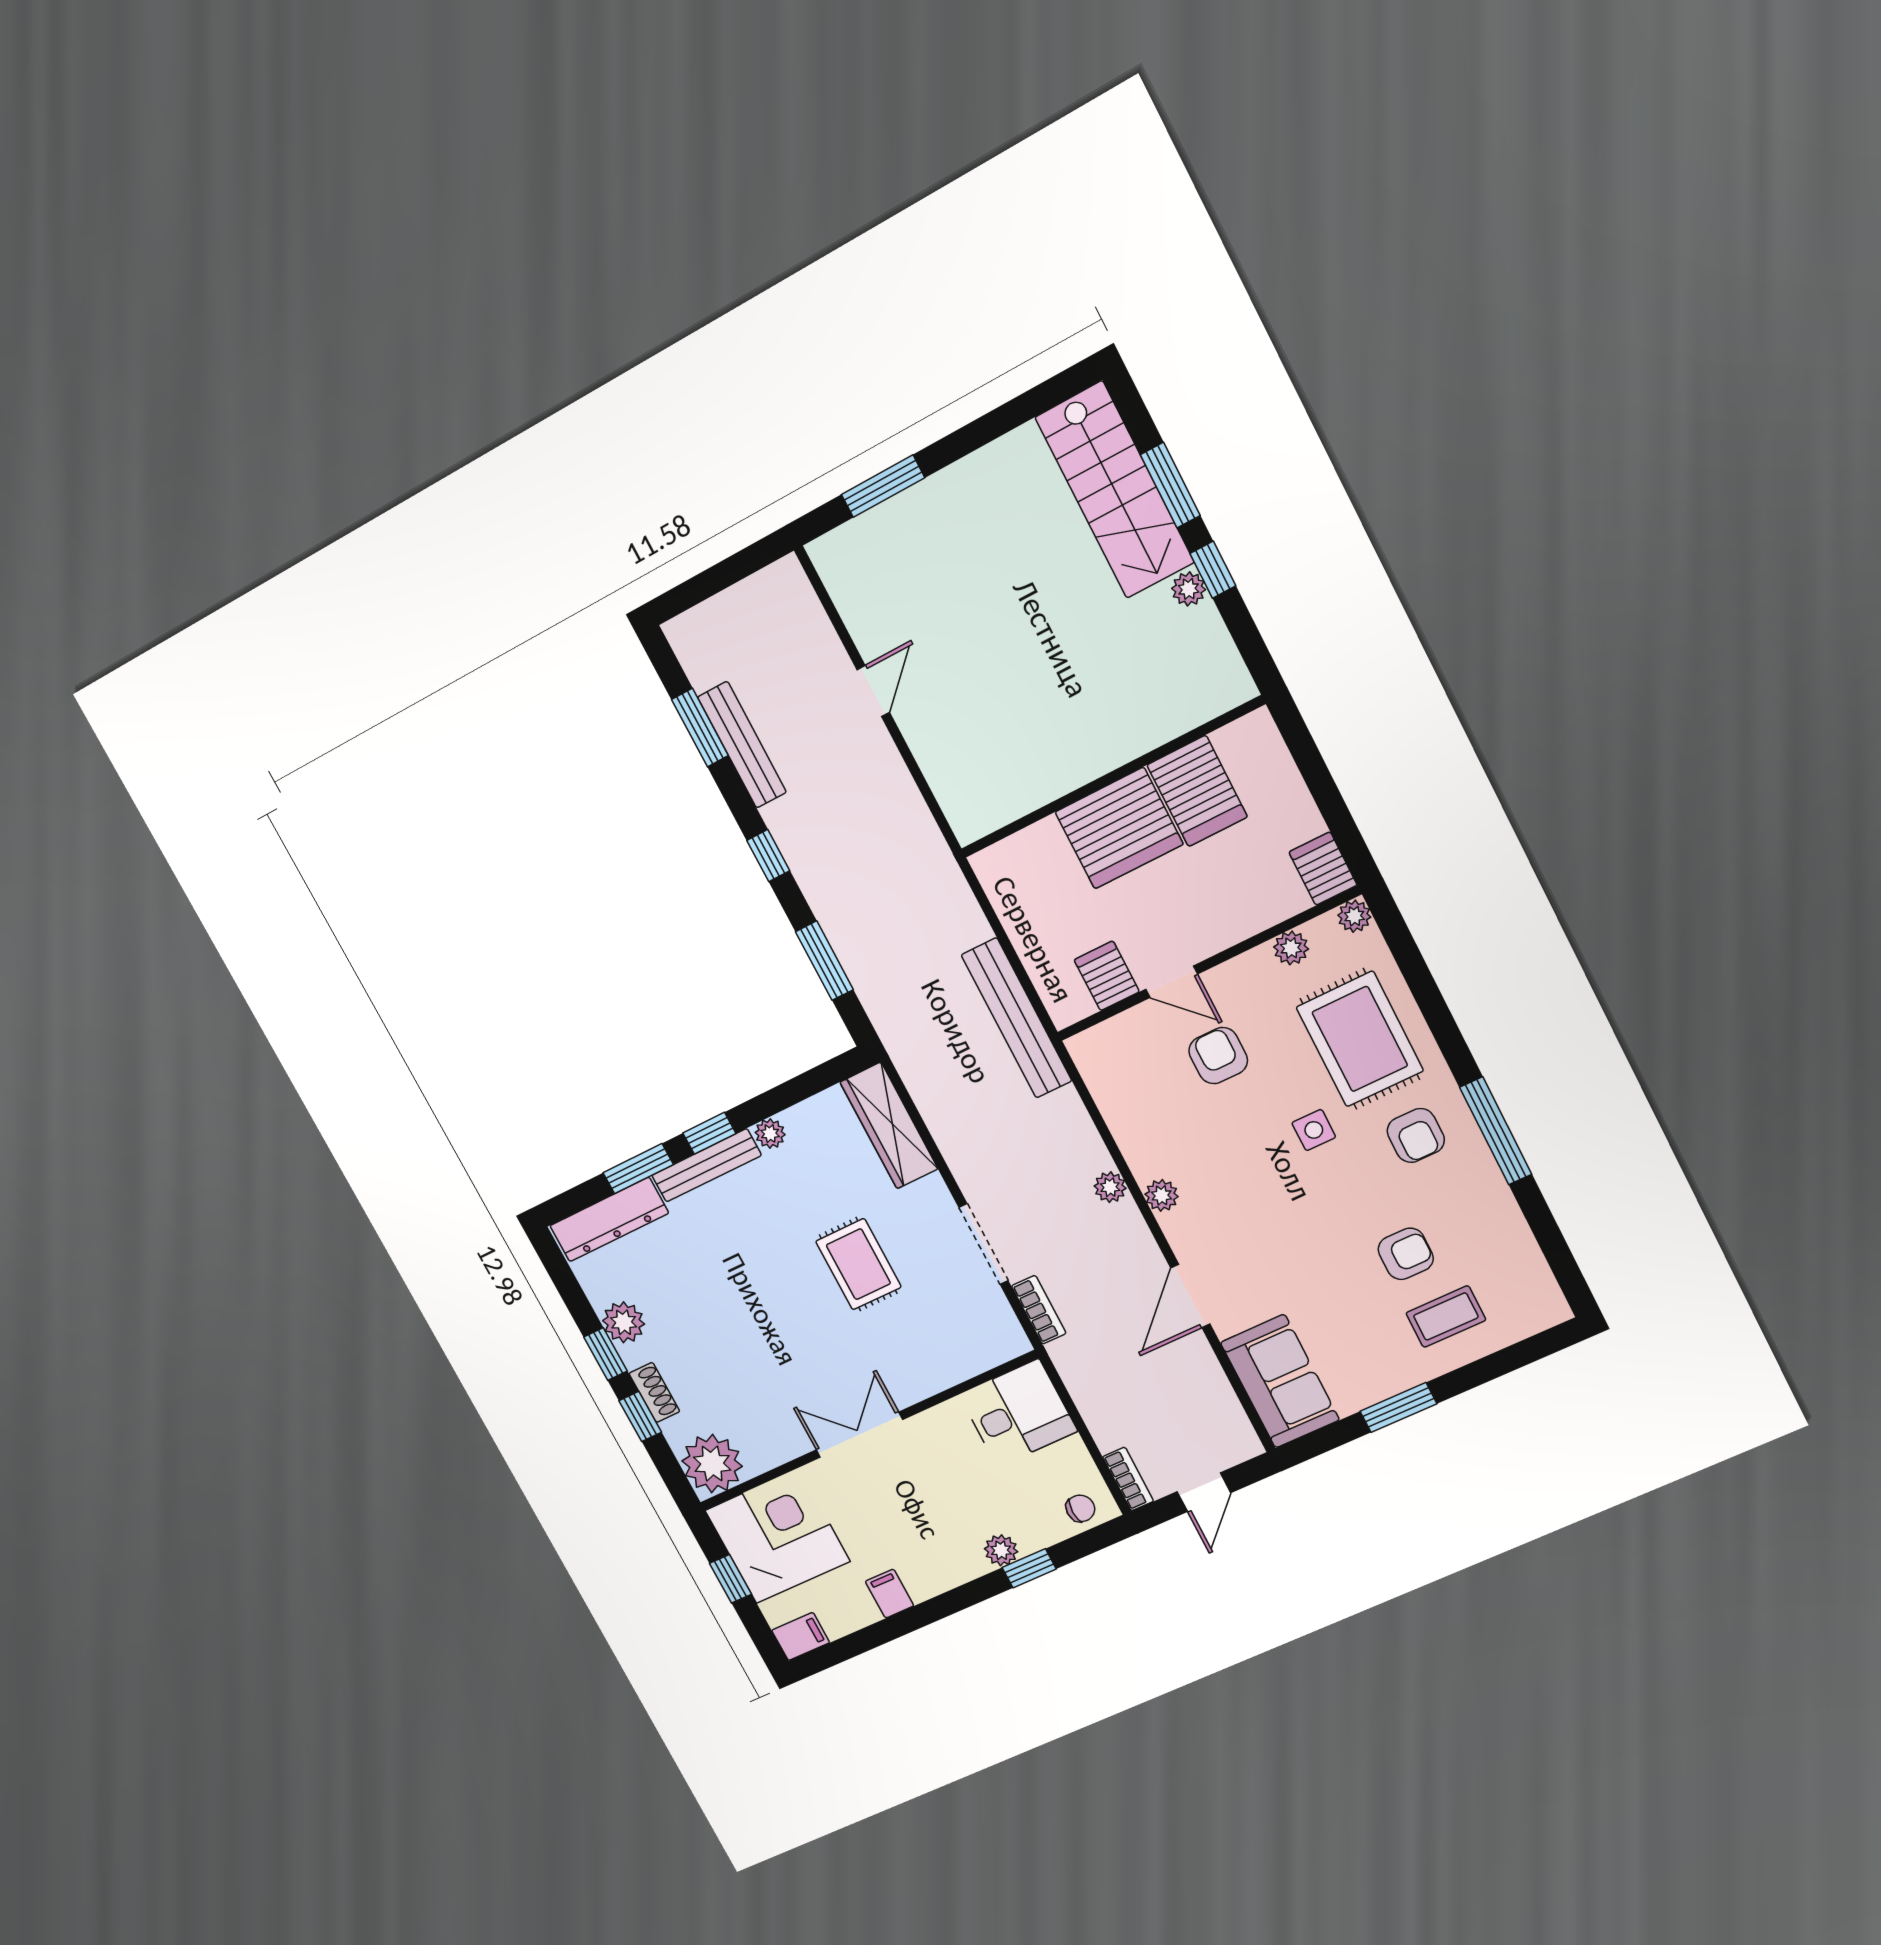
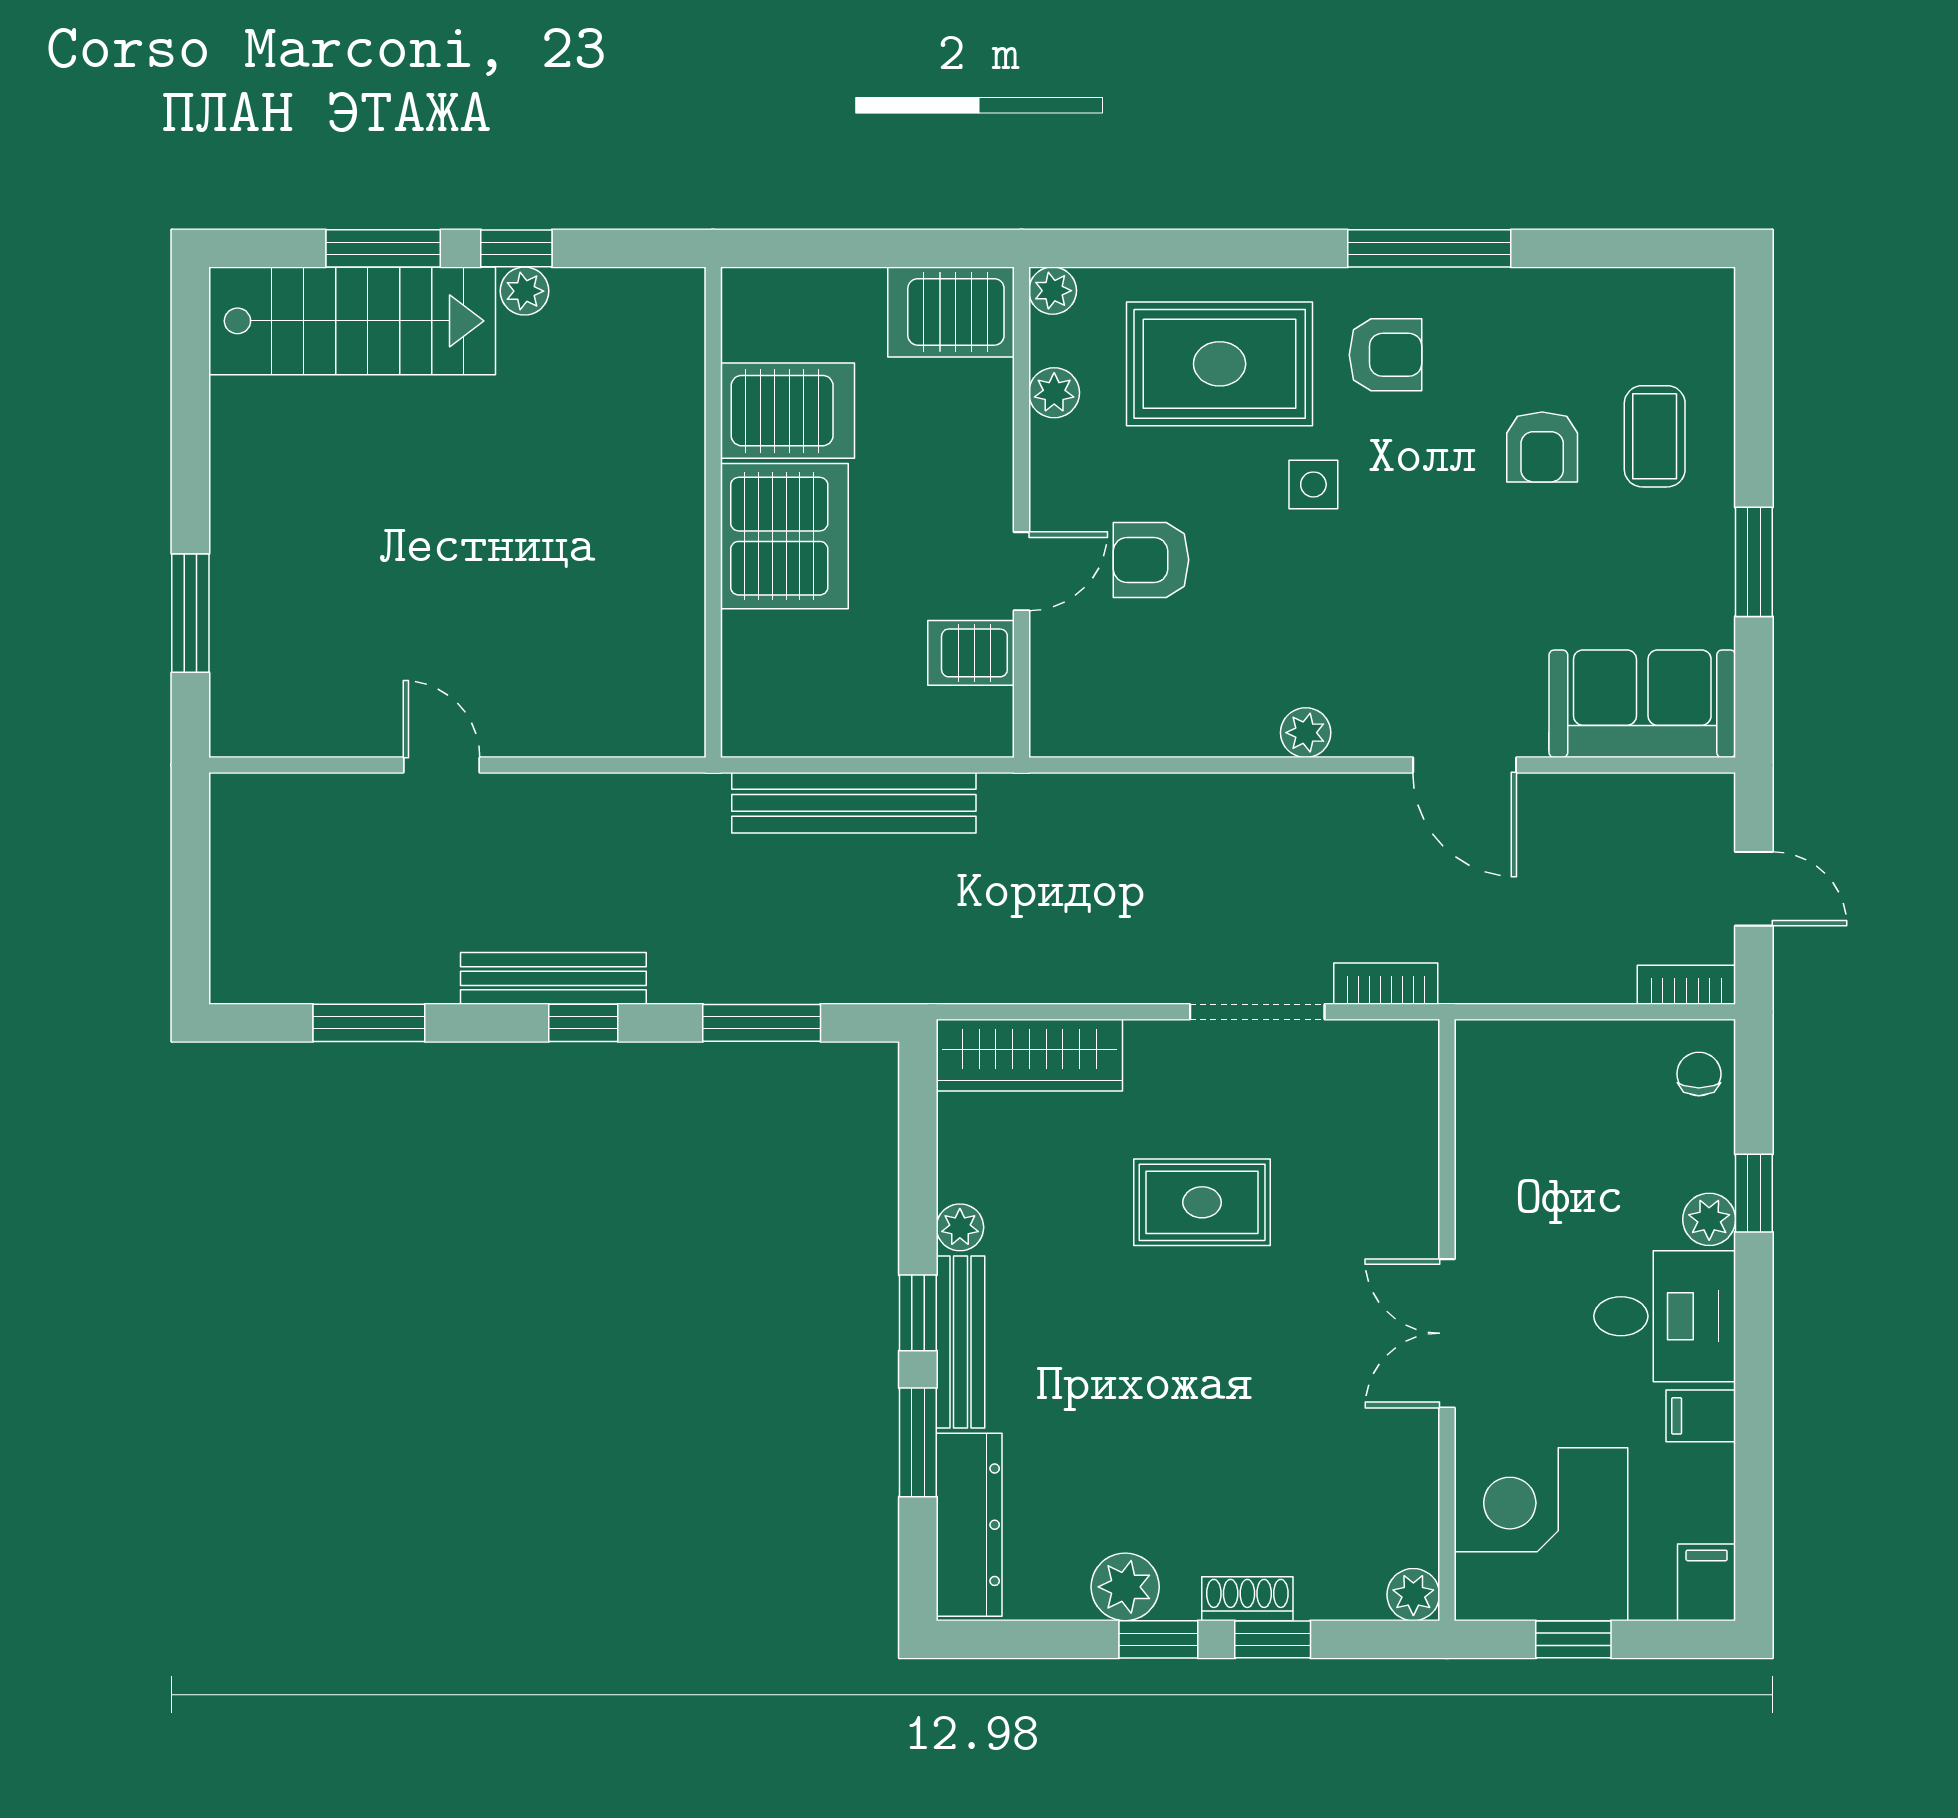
bench: (742, 745) -> (553, 978), moved
server rack: (1323, 869) -> (951, 312), width x1.36, depth x1.44
bench: (1017, 1018) -> (854, 803), moved
plant: (1110, 1187) -> (1261, 797), removed
armchair: (1406, 1254) -> (1542, 447), turned 180
desk: (1018, 1413) -> (1665, 1316), moved, turned 90
plant: (712, 1464) -> (1413, 1595), width x0.53, depth x0.53

